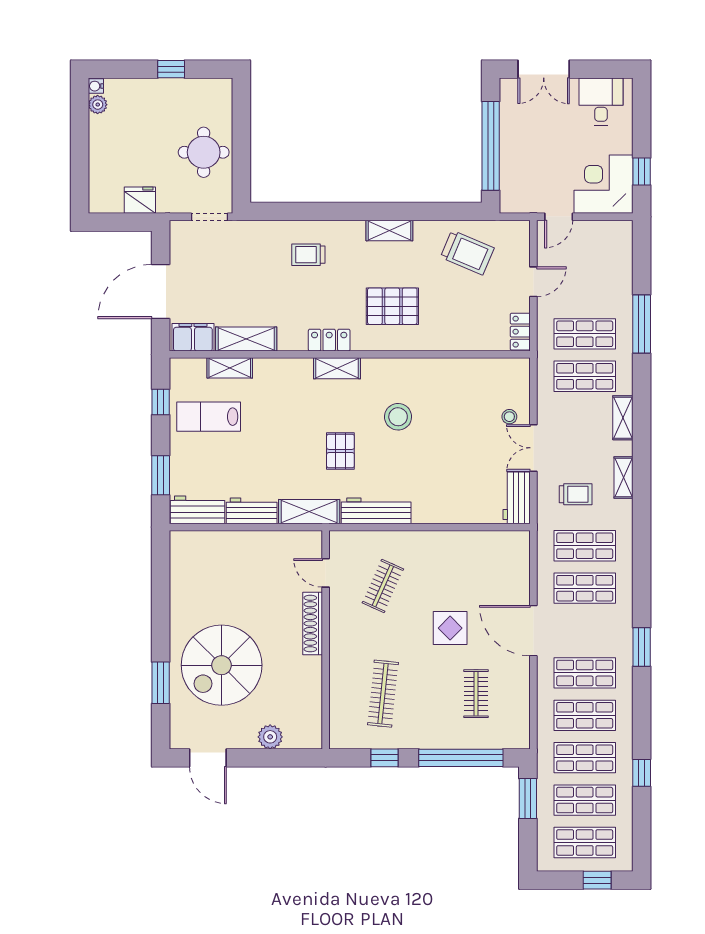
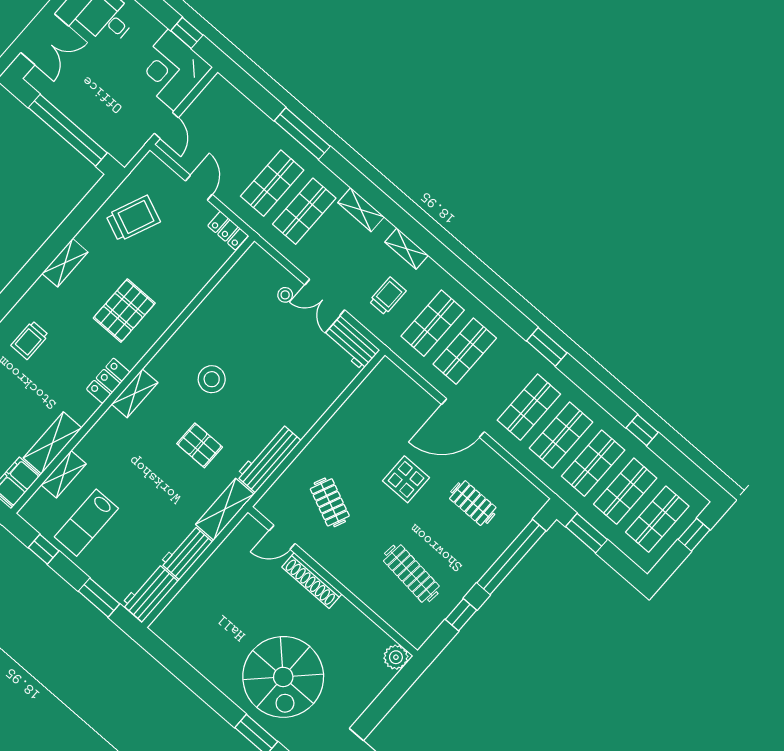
plant: (270, 737) -> (396, 657), moved

